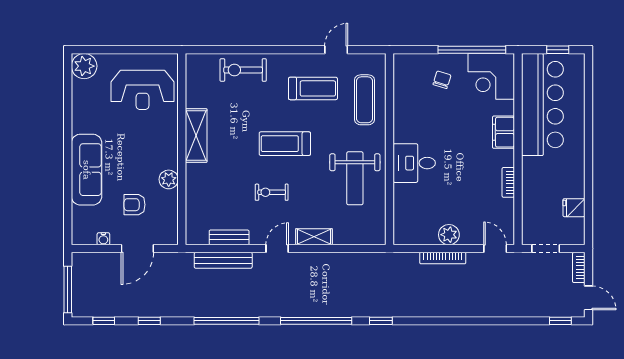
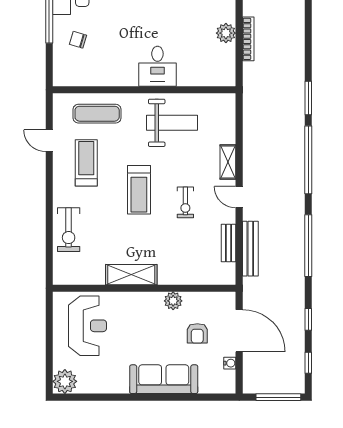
door: (137, 249) -> (239, 331), width x1.36
window: (381, 321) -> (308, 98), width x1.50

